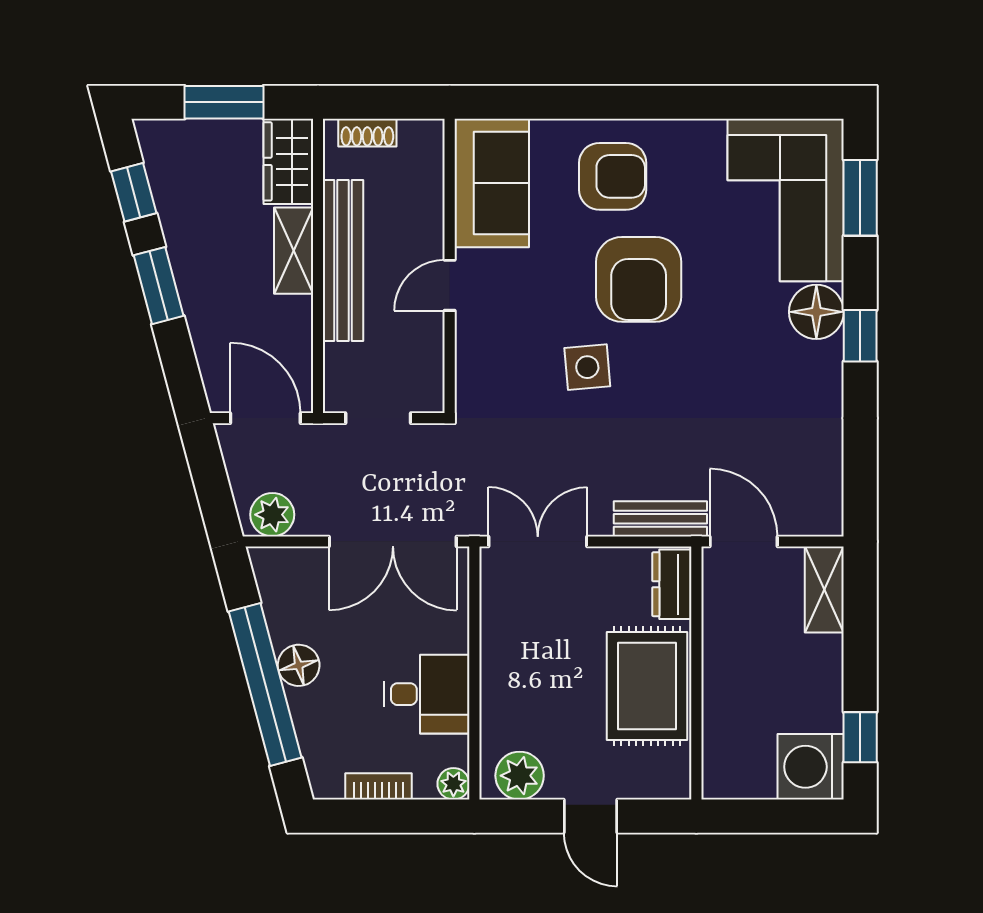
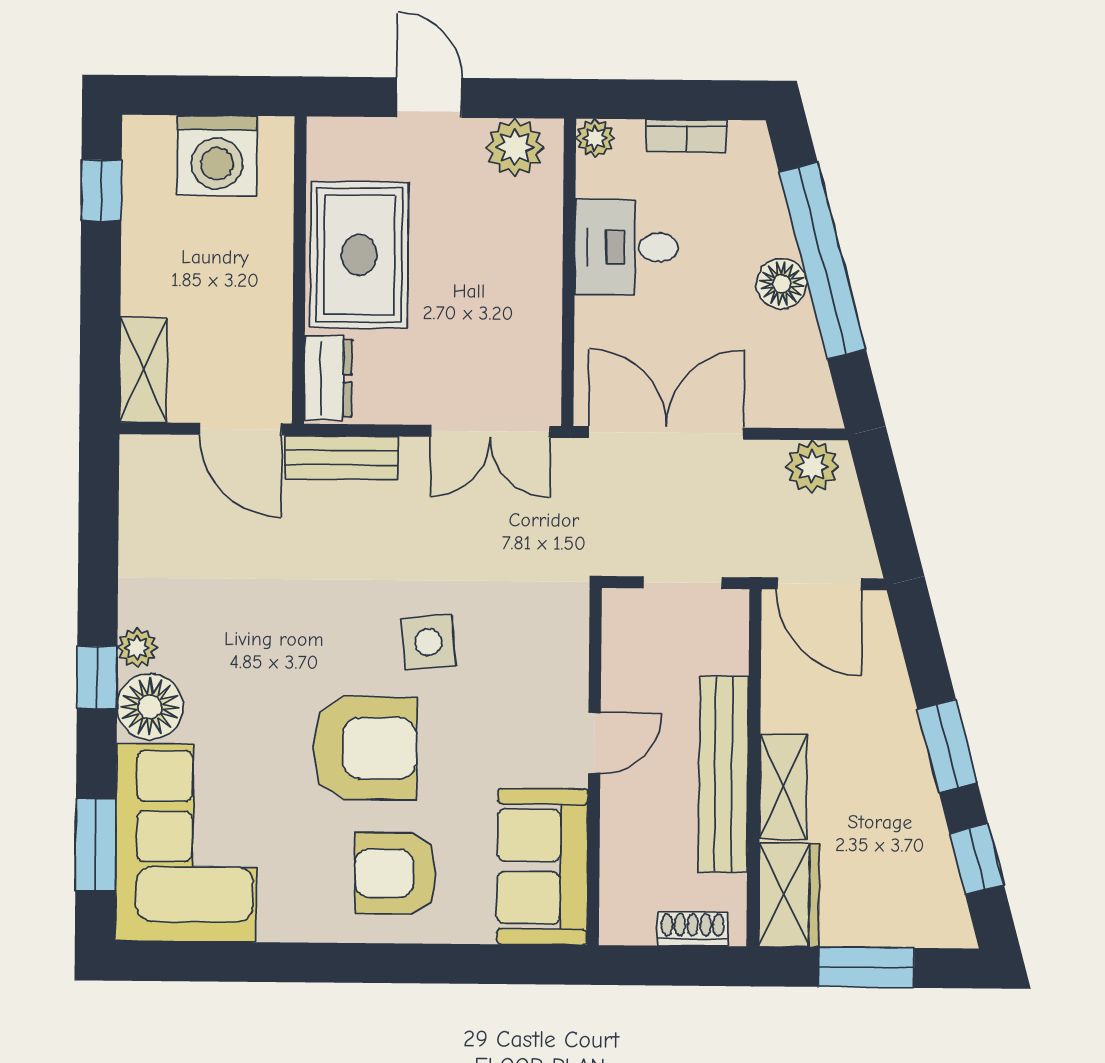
armchair: (639, 279) -> (365, 748), turned 90
plant: (827, 360) -> (137, 648), added
washing machine: (811, 767) -> (217, 156), moved, turned 90

